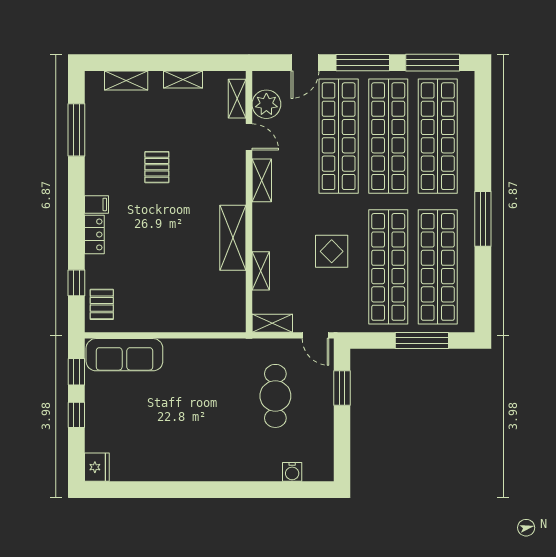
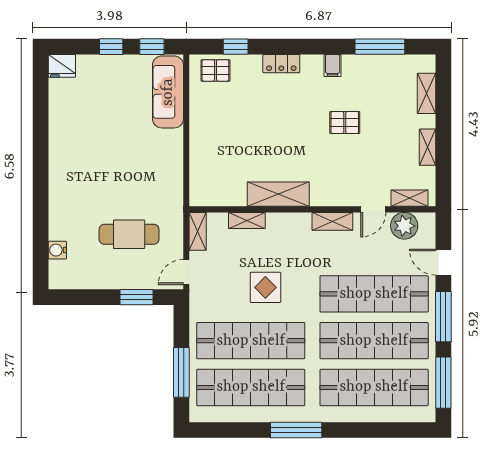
filing cabinet: (96, 204) -> (333, 65), moved

